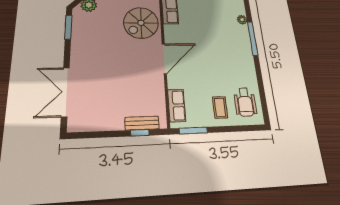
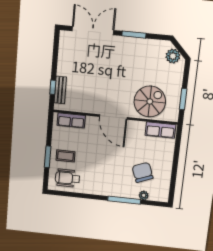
spiral stairs: (141, 23) -> (150, 101), turned 90
chair: (218, 23) -> (143, 172), added
window: (68, 27) -> (134, 35), moved
window: (193, 130) -> (48, 157), moved

